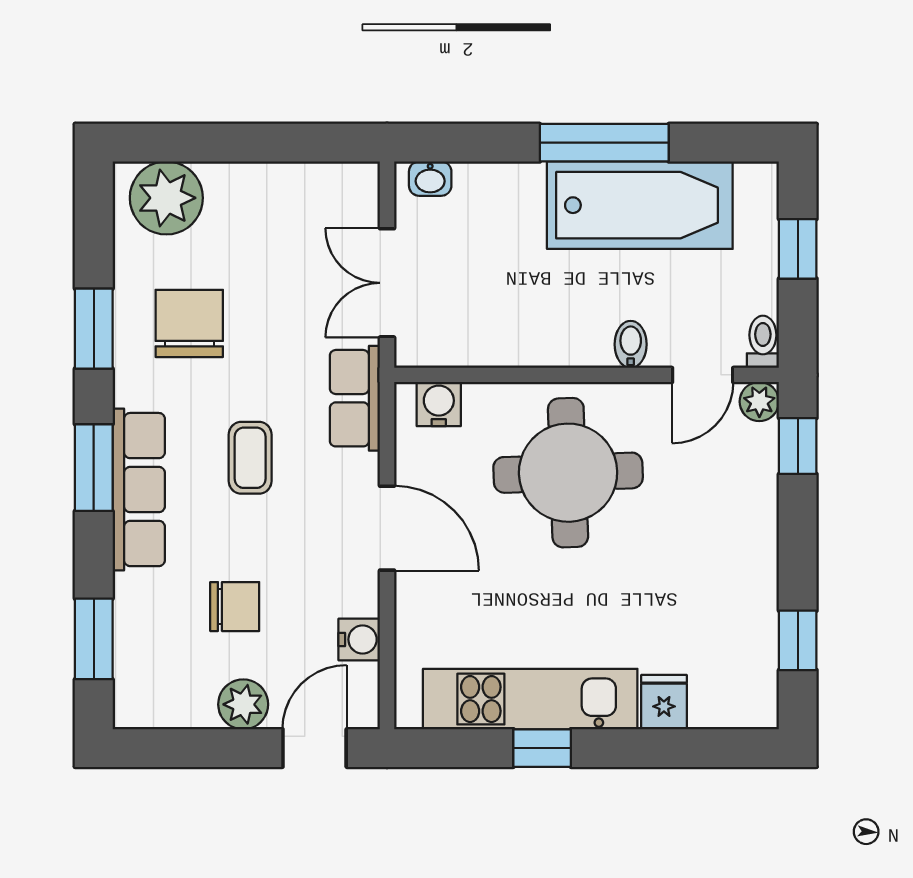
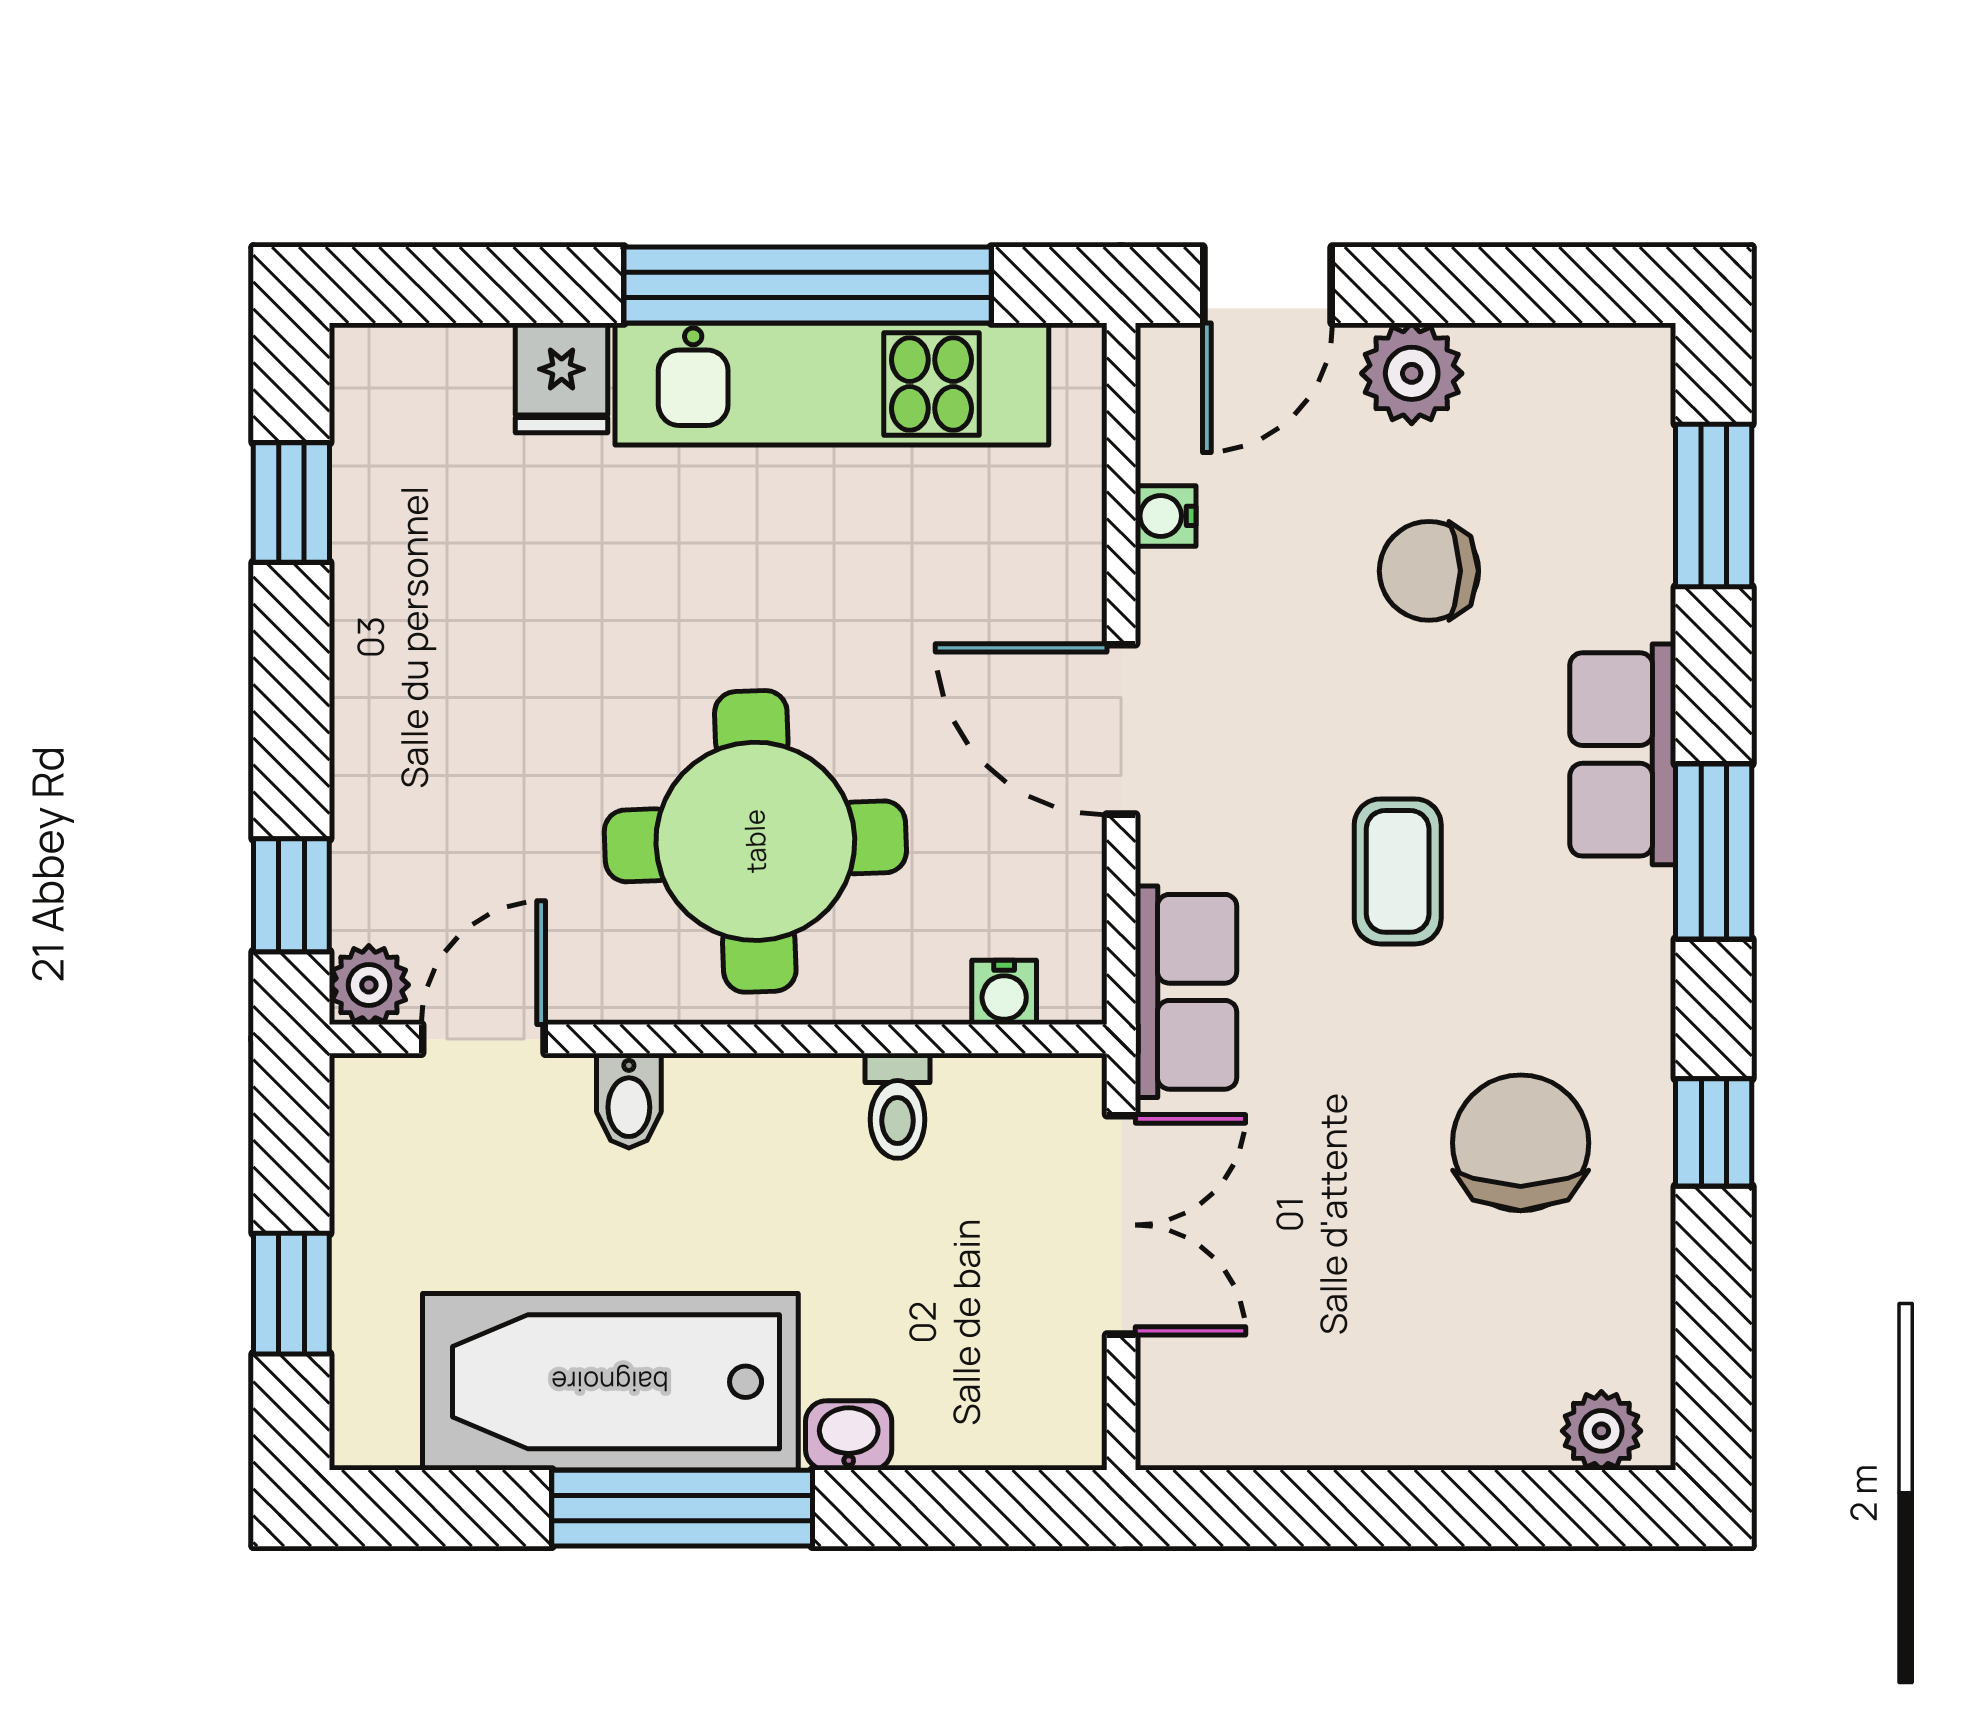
washbasin: (430, 179) -> (849, 1435), moved
plant: (166, 198) -> (1601, 1431), width x0.53, depth x0.53
chair: (189, 323) -> (1521, 1143), turned 180
window: (94, 329) -> (1714, 1132), width x0.67
toilet: (763, 342) -> (898, 1106), moved
water cooler: (439, 404) -> (1004, 992), width x0.72, depth x0.72
row of seats: (139, 490) -> (1623, 754), width x0.68
water cooler: (359, 639) -> (1166, 516), width x0.72, depth x0.72
window: (542, 748) -> (808, 285), width x3.17

